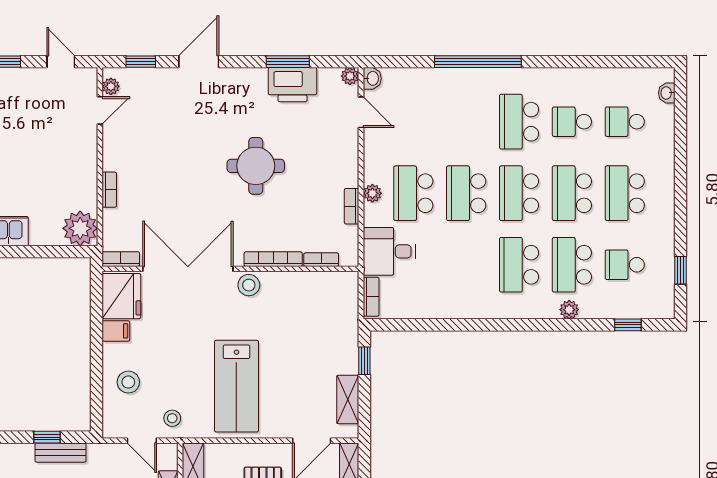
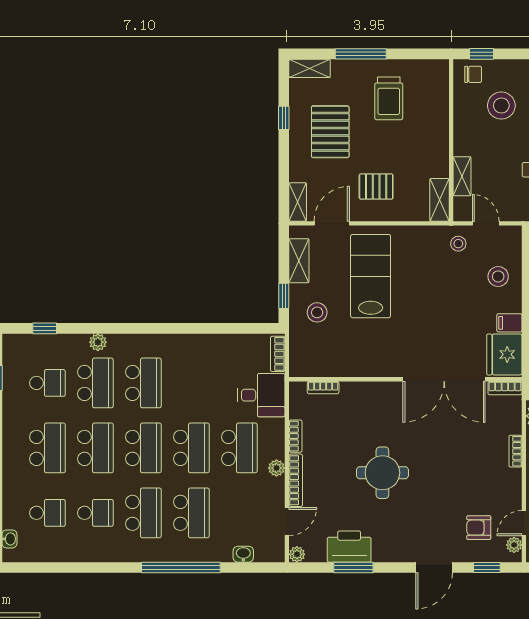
washbasin: (372, 78) -> (243, 554), moved, turned 90
armchair: (150, 105) -> (479, 528), added
door: (361, 112) -> (287, 521), swing flipped
school desk: (466, 122) -> (191, 513), added
plant: (372, 193) -> (276, 468), moved
bookcase: (273, 259) -> (296, 480), moved, turned -90
stool: (249, 285) -> (317, 312), moved
lab bench: (236, 386) -> (371, 276), moved

